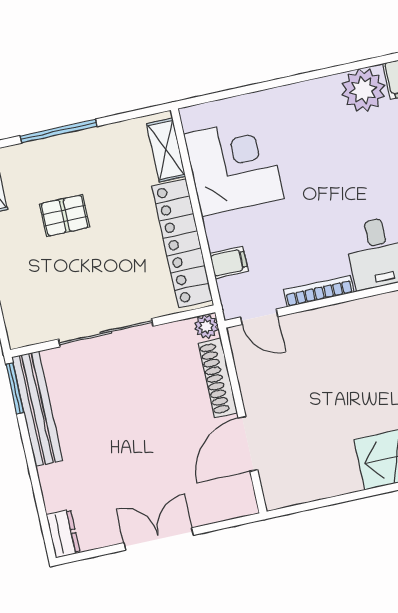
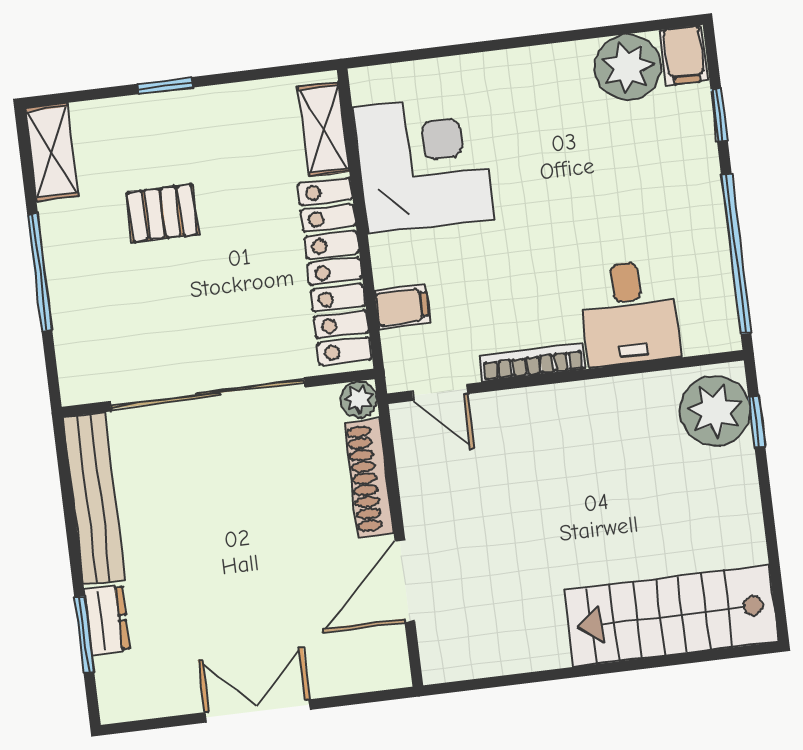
window: (59, 131) -> (165, 86), width x0.46
sliding door: (106, 333) -> (208, 394), width x1.36
window: (15, 389) -> (84, 635), moved
dresser: (63, 533) -> (107, 620), moved

